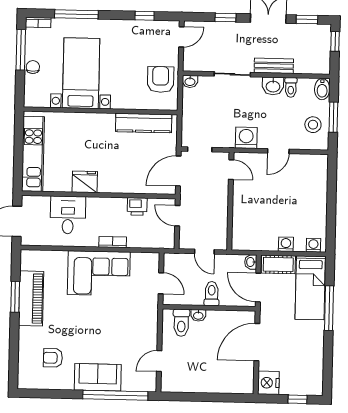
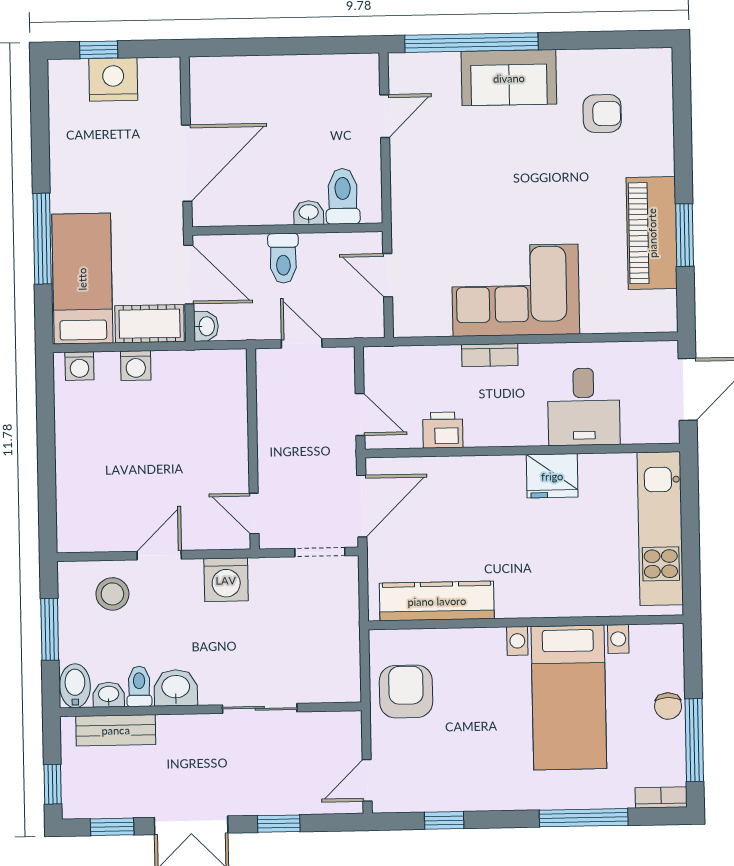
bench: (274, 66) -> (116, 730), moved
armchair: (161, 79) -> (406, 691), turned 180
washbasin: (190, 81) -> (109, 695), moved
stool: (313, 125) -> (112, 594), moved
nightstand: (268, 383) -> (113, 79), moved, turned -90

